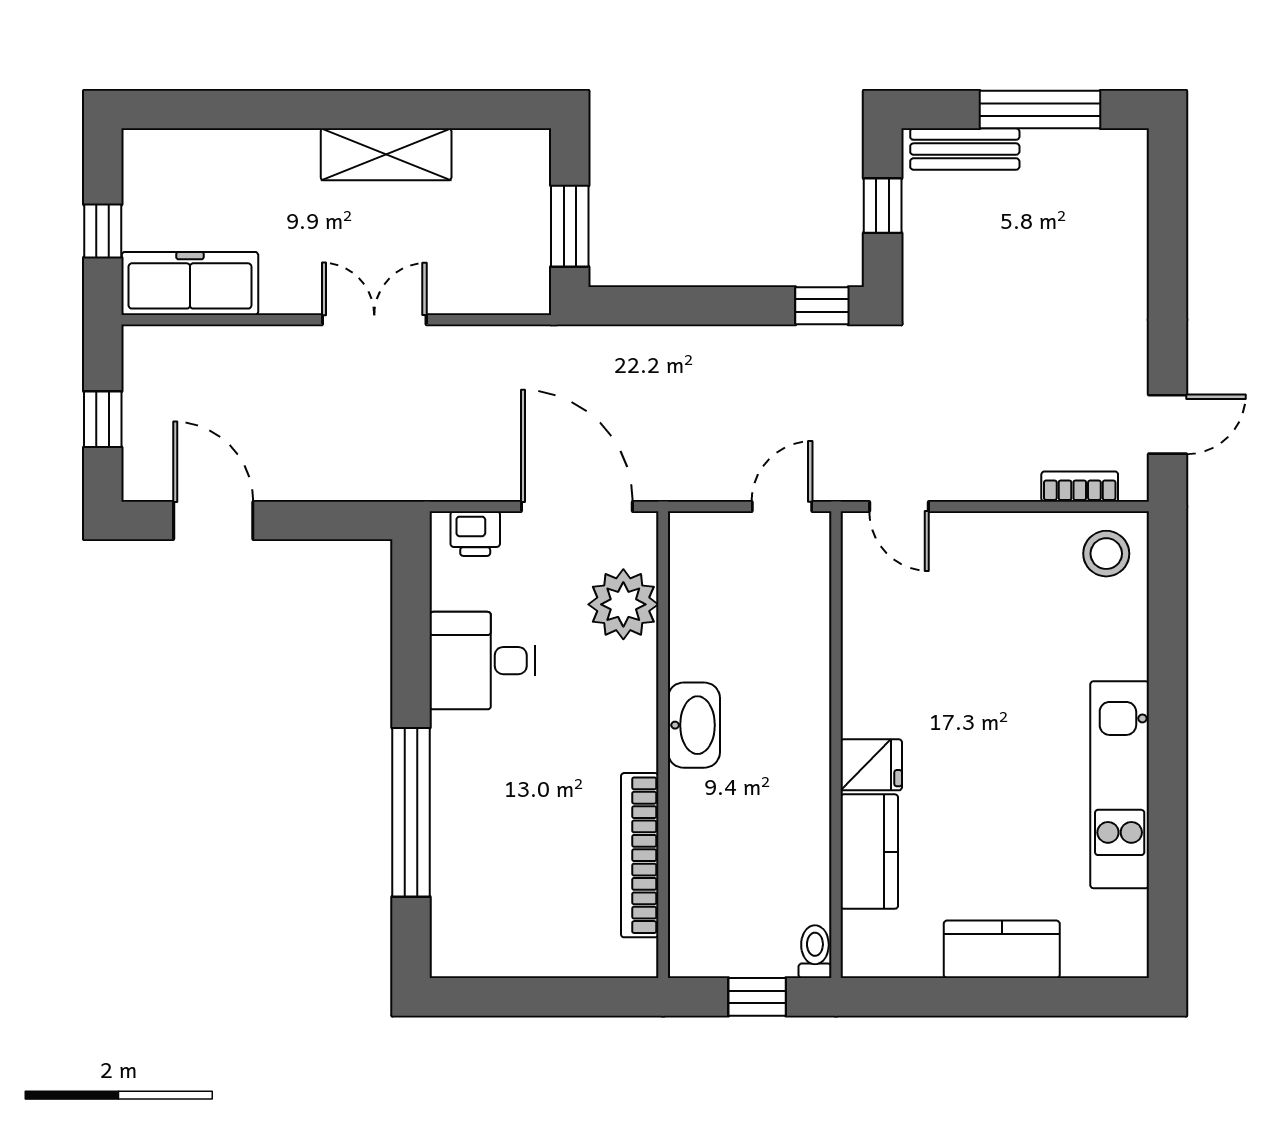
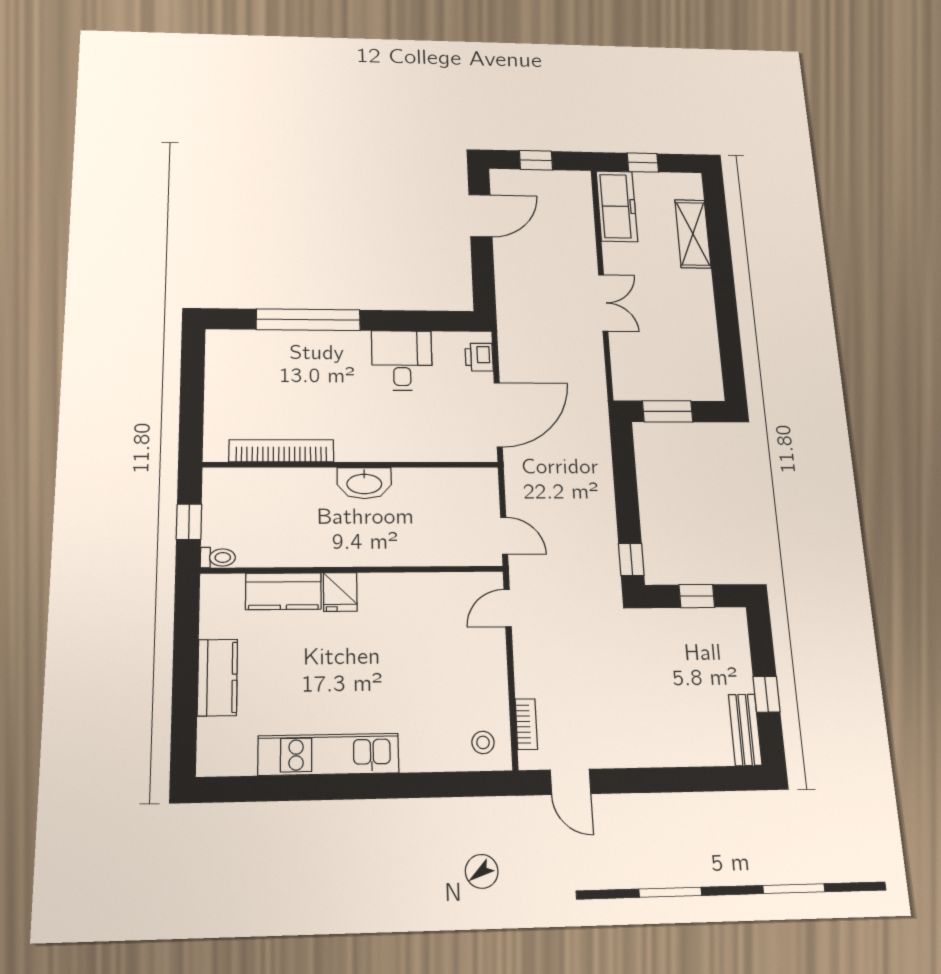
window: (1040, 110) -> (767, 694), width x0.46
bench: (965, 149) -> (745, 730), moved
shelving: (386, 154) -> (693, 234), moved
stool: (1106, 554) -> (483, 742), width x0.73, depth x0.73
plant: (623, 604) -> (439, 441), removed

